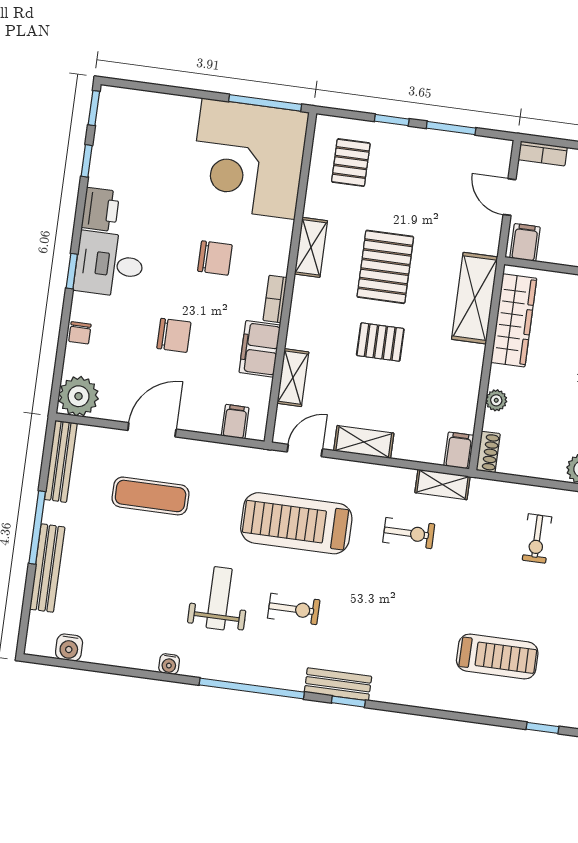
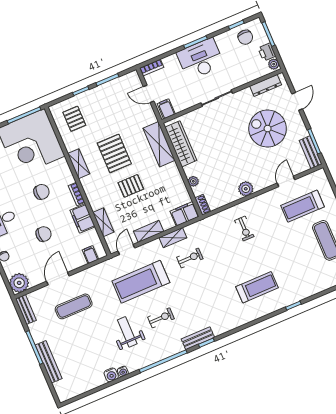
filing cabinet: (459, 451) -> (184, 214), width x2.00
bench: (61, 461) -> (26, 309), width x0.73
shelving: (442, 484) -> (173, 238), moved
water cooler: (69, 647) -> (111, 375), moved

